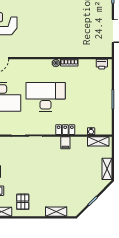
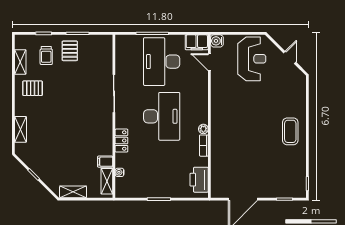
printer: (102, 64) -> (199, 180), width x1.87, depth x1.48
filing cabinet: (65, 143) -> (105, 162), moved

